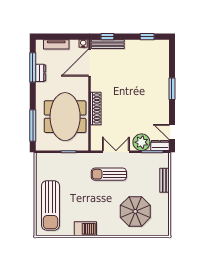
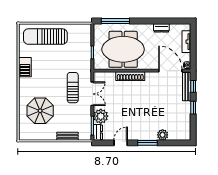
window: (147, 37) -> (193, 108), moved
window: (33, 67) -> (166, 21), removed
plant: (163, 72) -> (163, 135), added
door: (172, 132) -> (121, 143), moved

